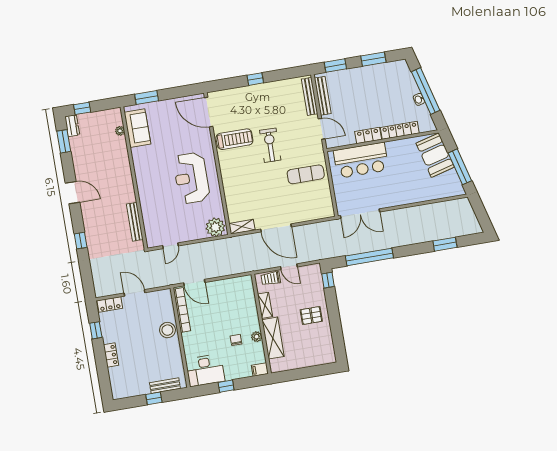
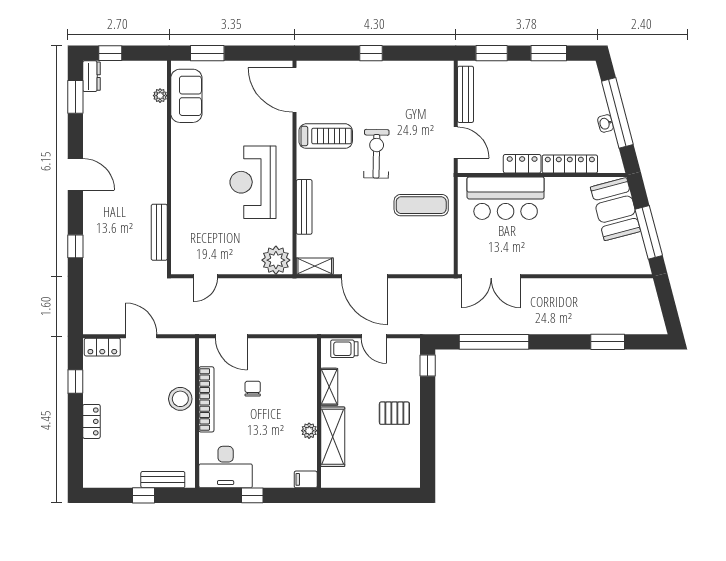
bench: (310, 96) -> (304, 207), moved
bookcase: (182, 310) -> (206, 399), moved
chair: (236, 340) -> (253, 389), moved

